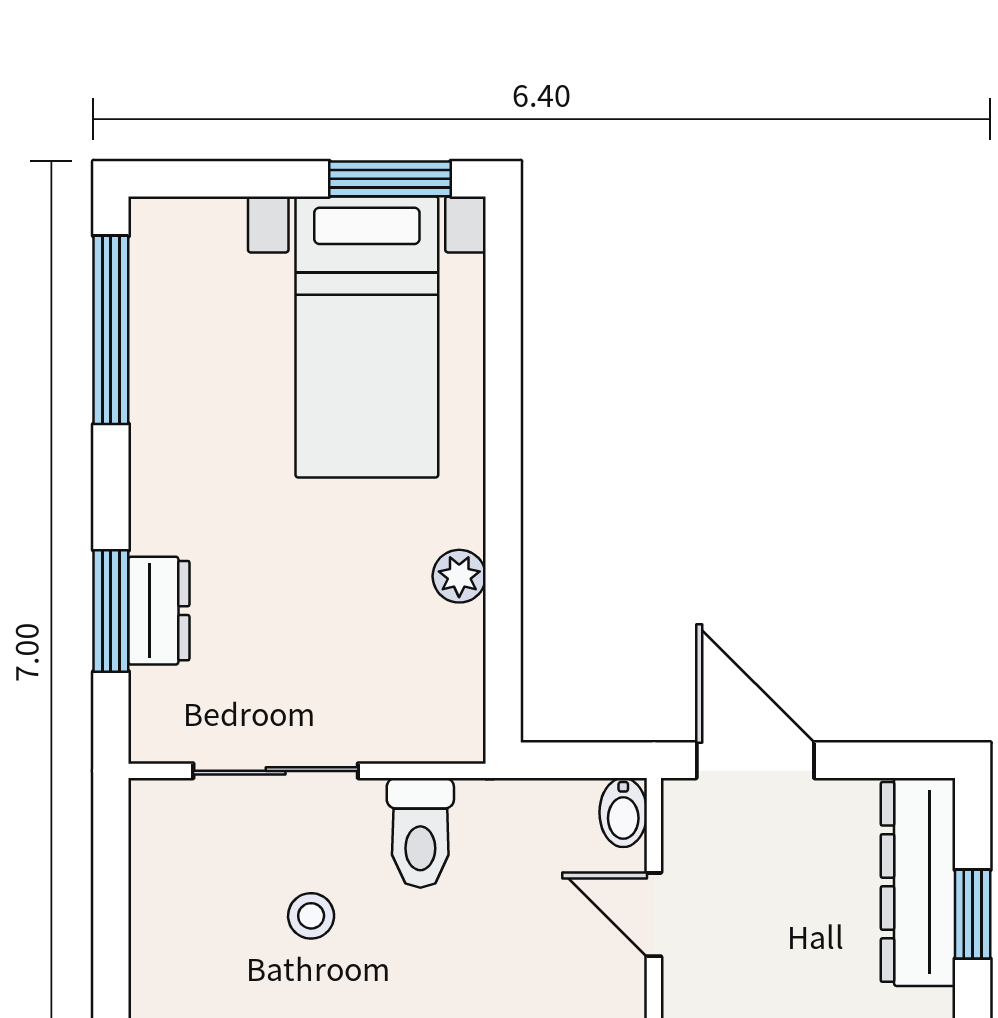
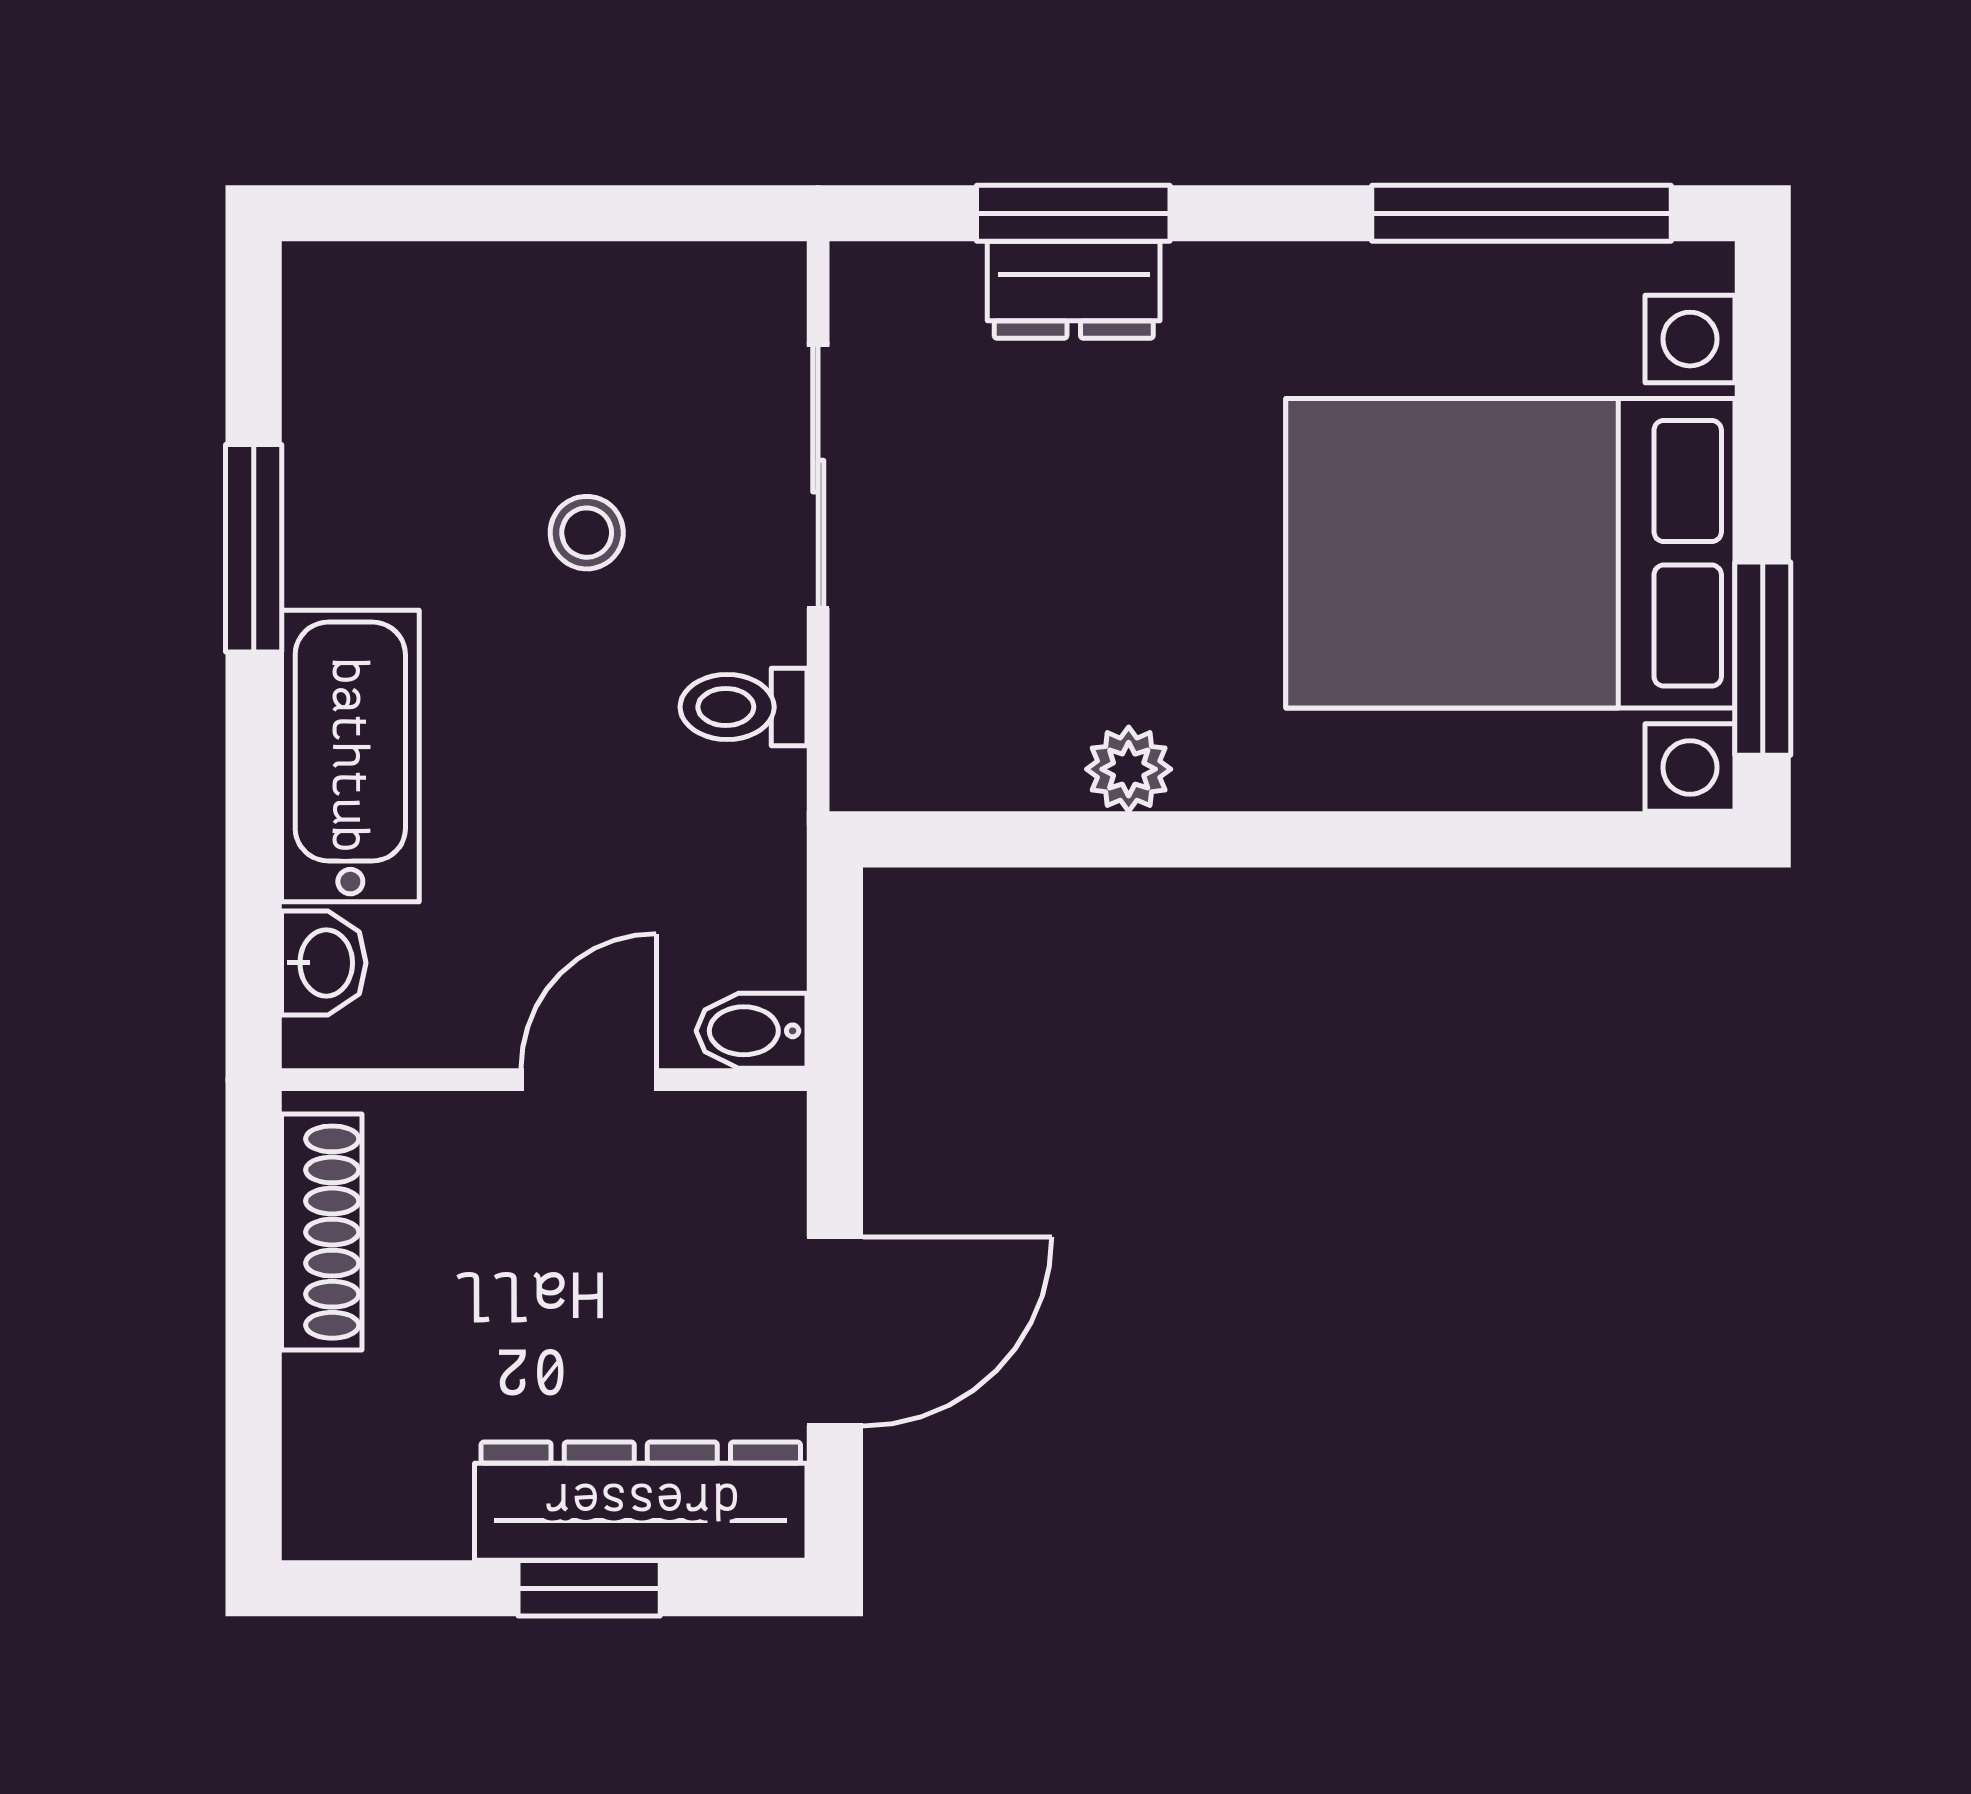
bed with nightstands: (367, 337) -> (1510, 553), width x1.36
door: (755, 760) -> (835, 1331), moved
toilet: (420, 833) -> (744, 707), width x0.73, depth x0.72

